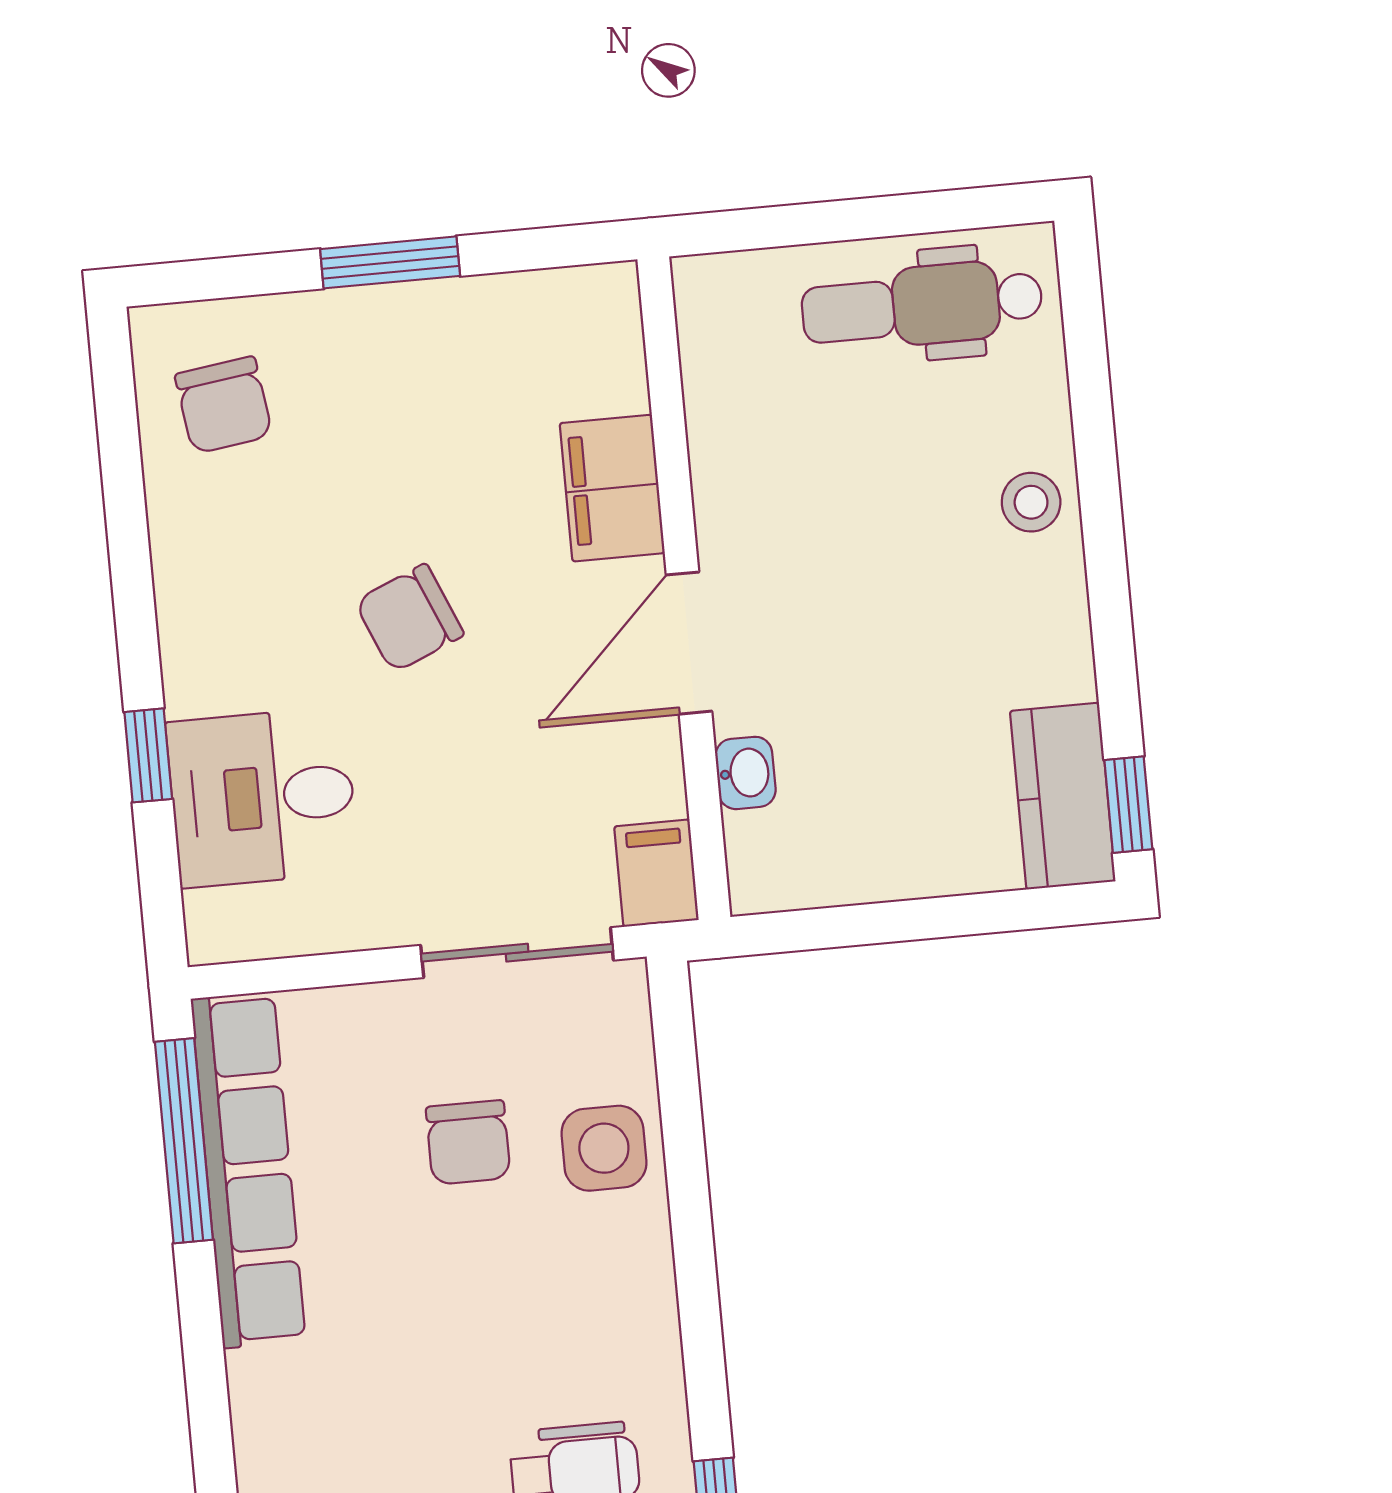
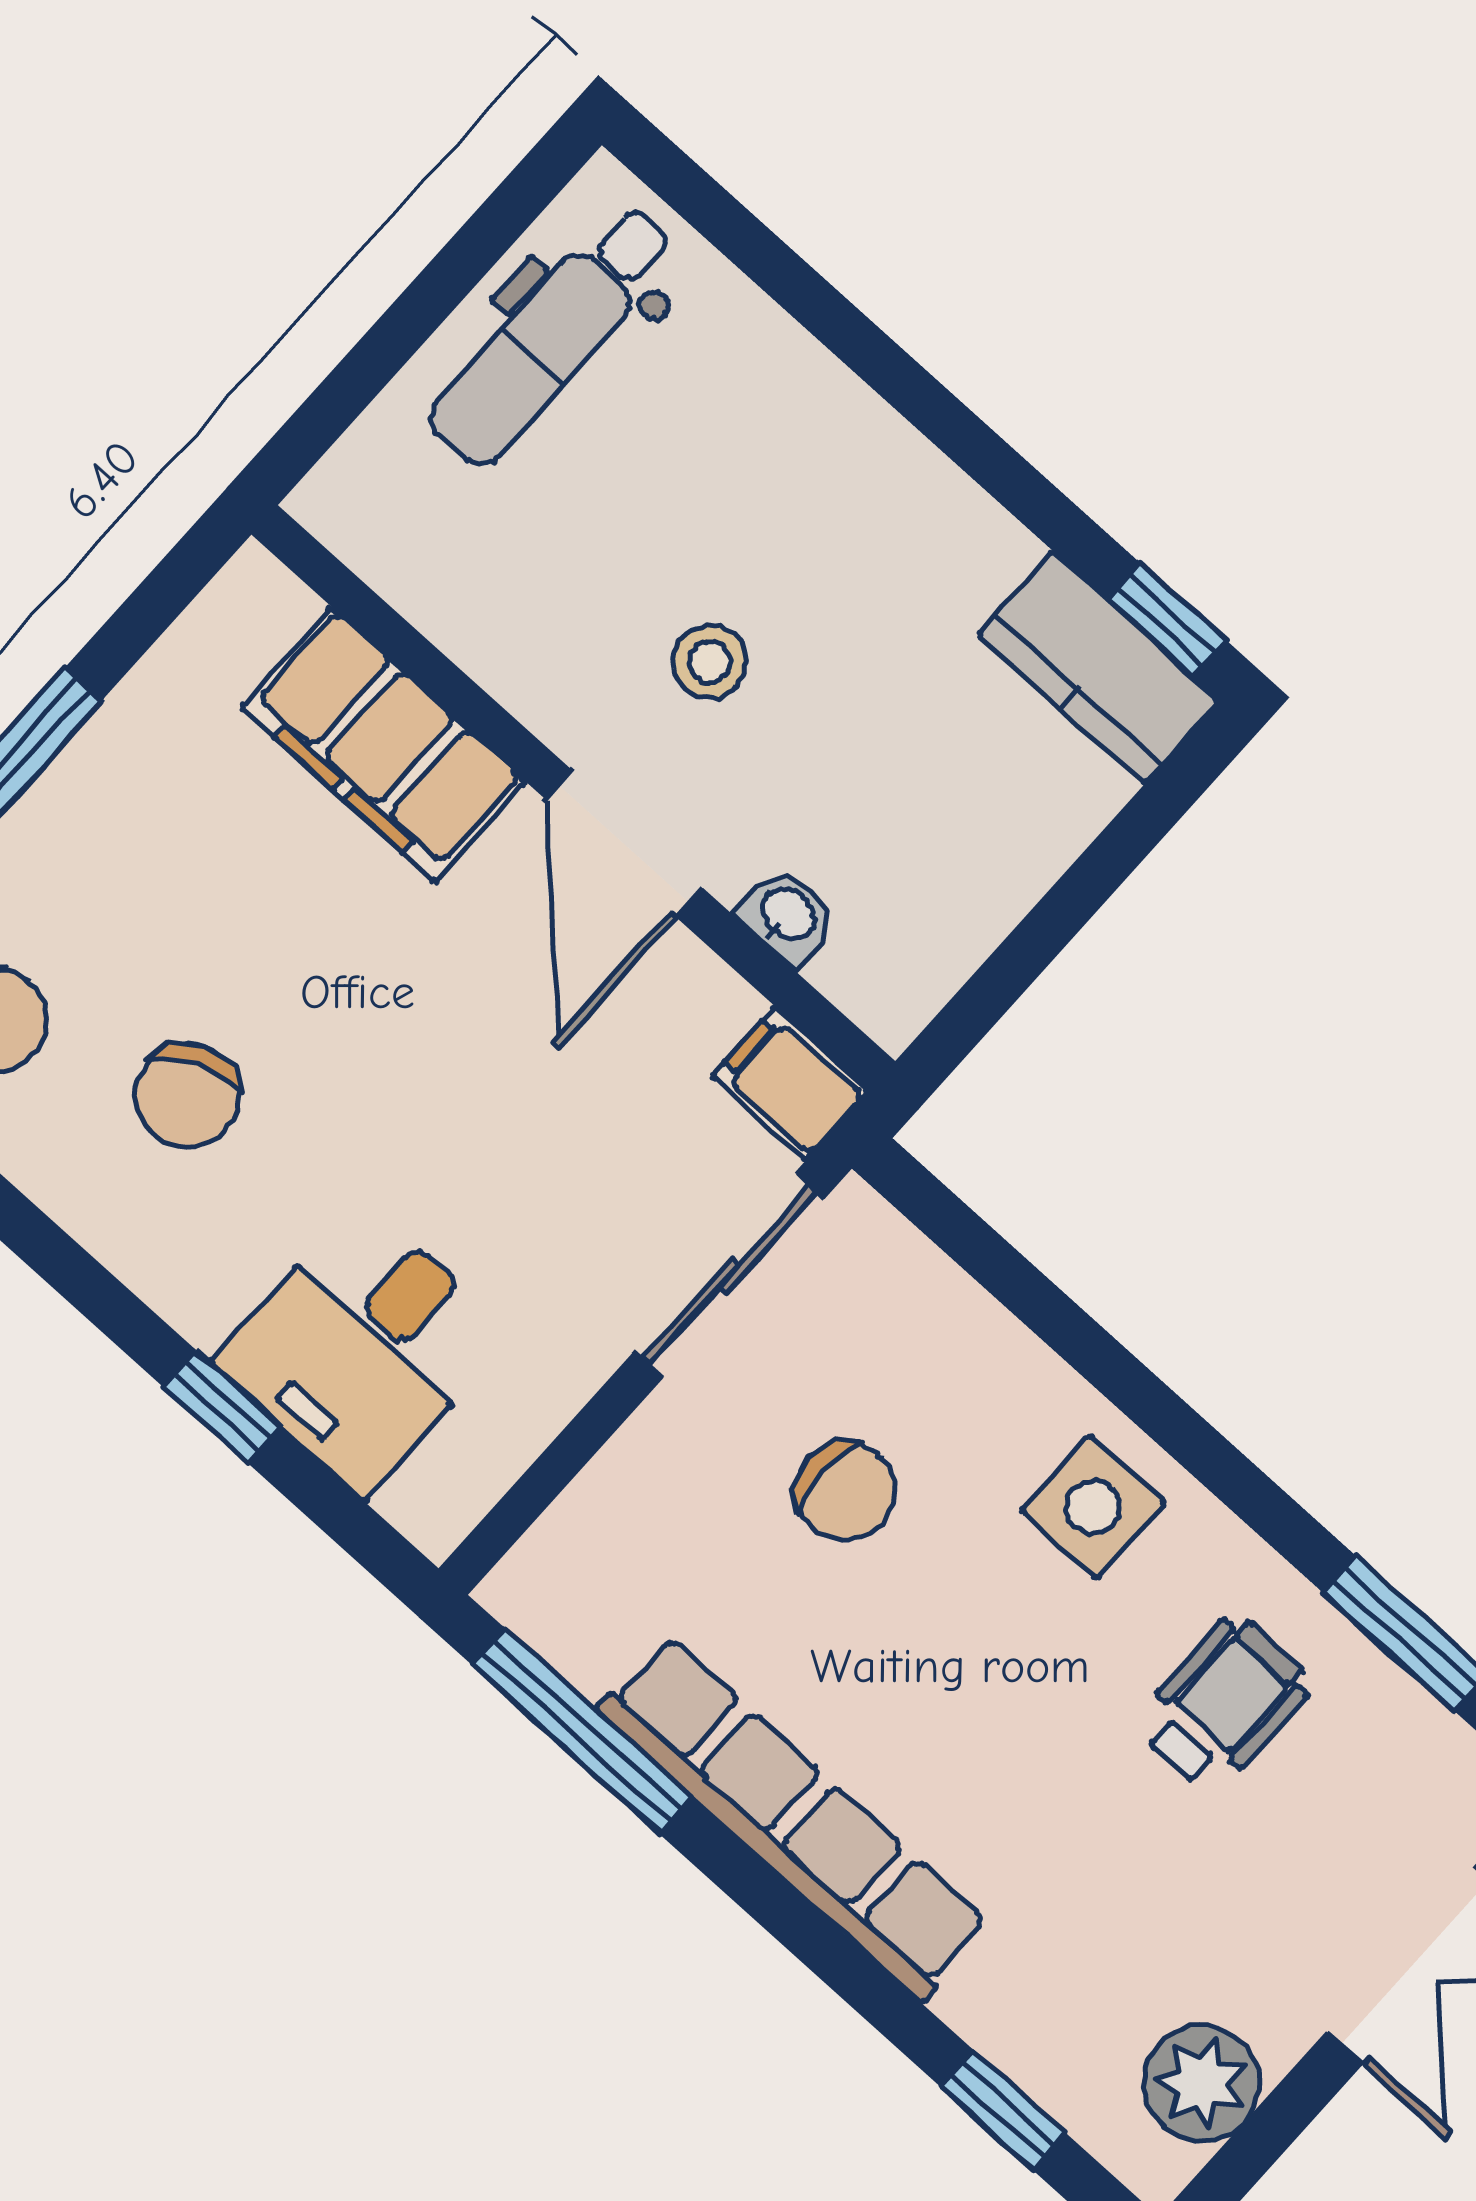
filing cabinet: (612, 488) -> (383, 745), width x1.50, depth x1.17
stool: (1031, 502) -> (710, 662), moved
chair: (409, 618) -> (188, 1095), moved
side table: (604, 1148) -> (1093, 1507), moved
row of seats: (248, 1170) -> (793, 1817), moved

